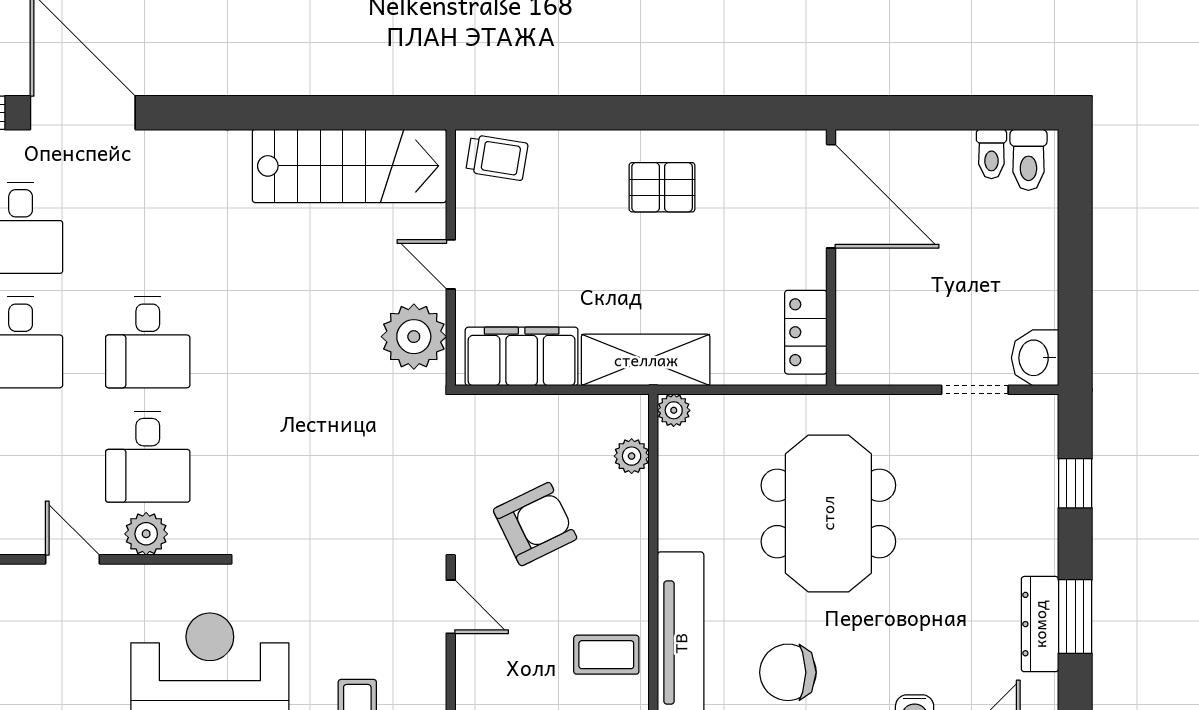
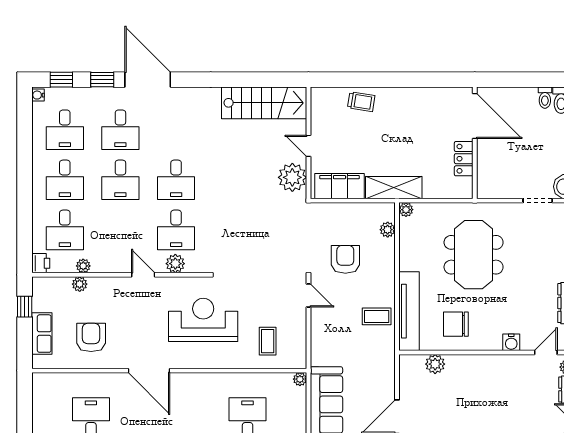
trolley: (497, 158) -> (361, 102), moved
pallet: (662, 187) -> (401, 112), removed
locker: (806, 332) -> (464, 159), moved
armchair: (535, 524) -> (345, 259), turned -64

